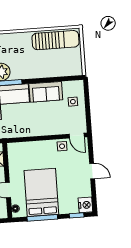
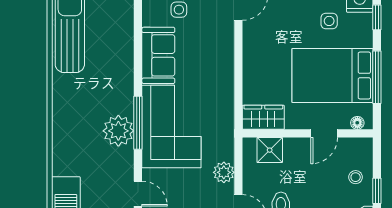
side table: (62, 146) -> (329, 21), moved
wardrobe: (15, 154) -> (263, 117), added

